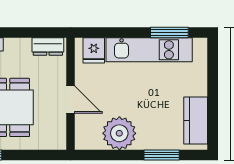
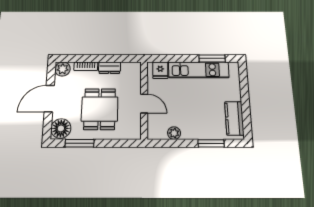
dresser: (48, 47) -> (109, 68), moved
plant: (119, 133) -> (174, 133), width x0.53, depth x0.53

